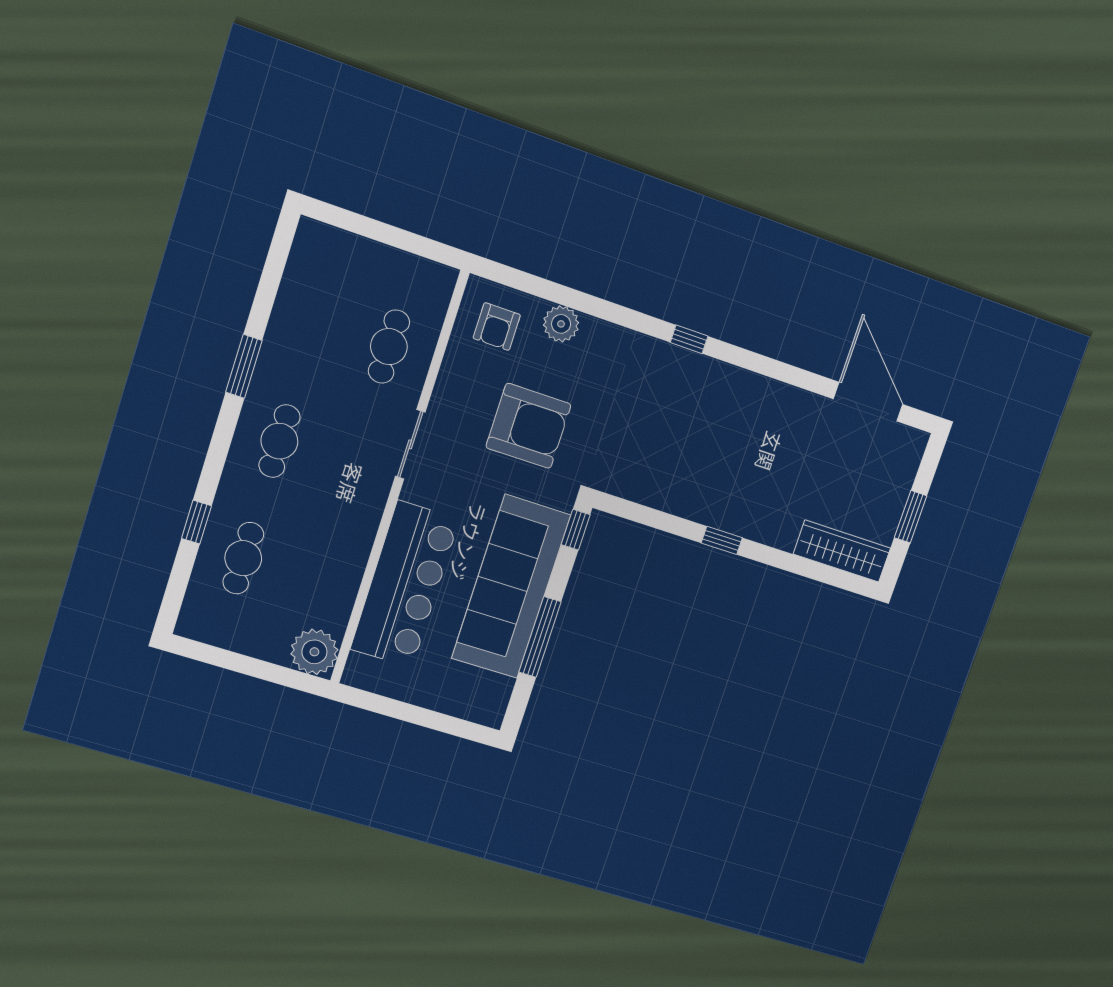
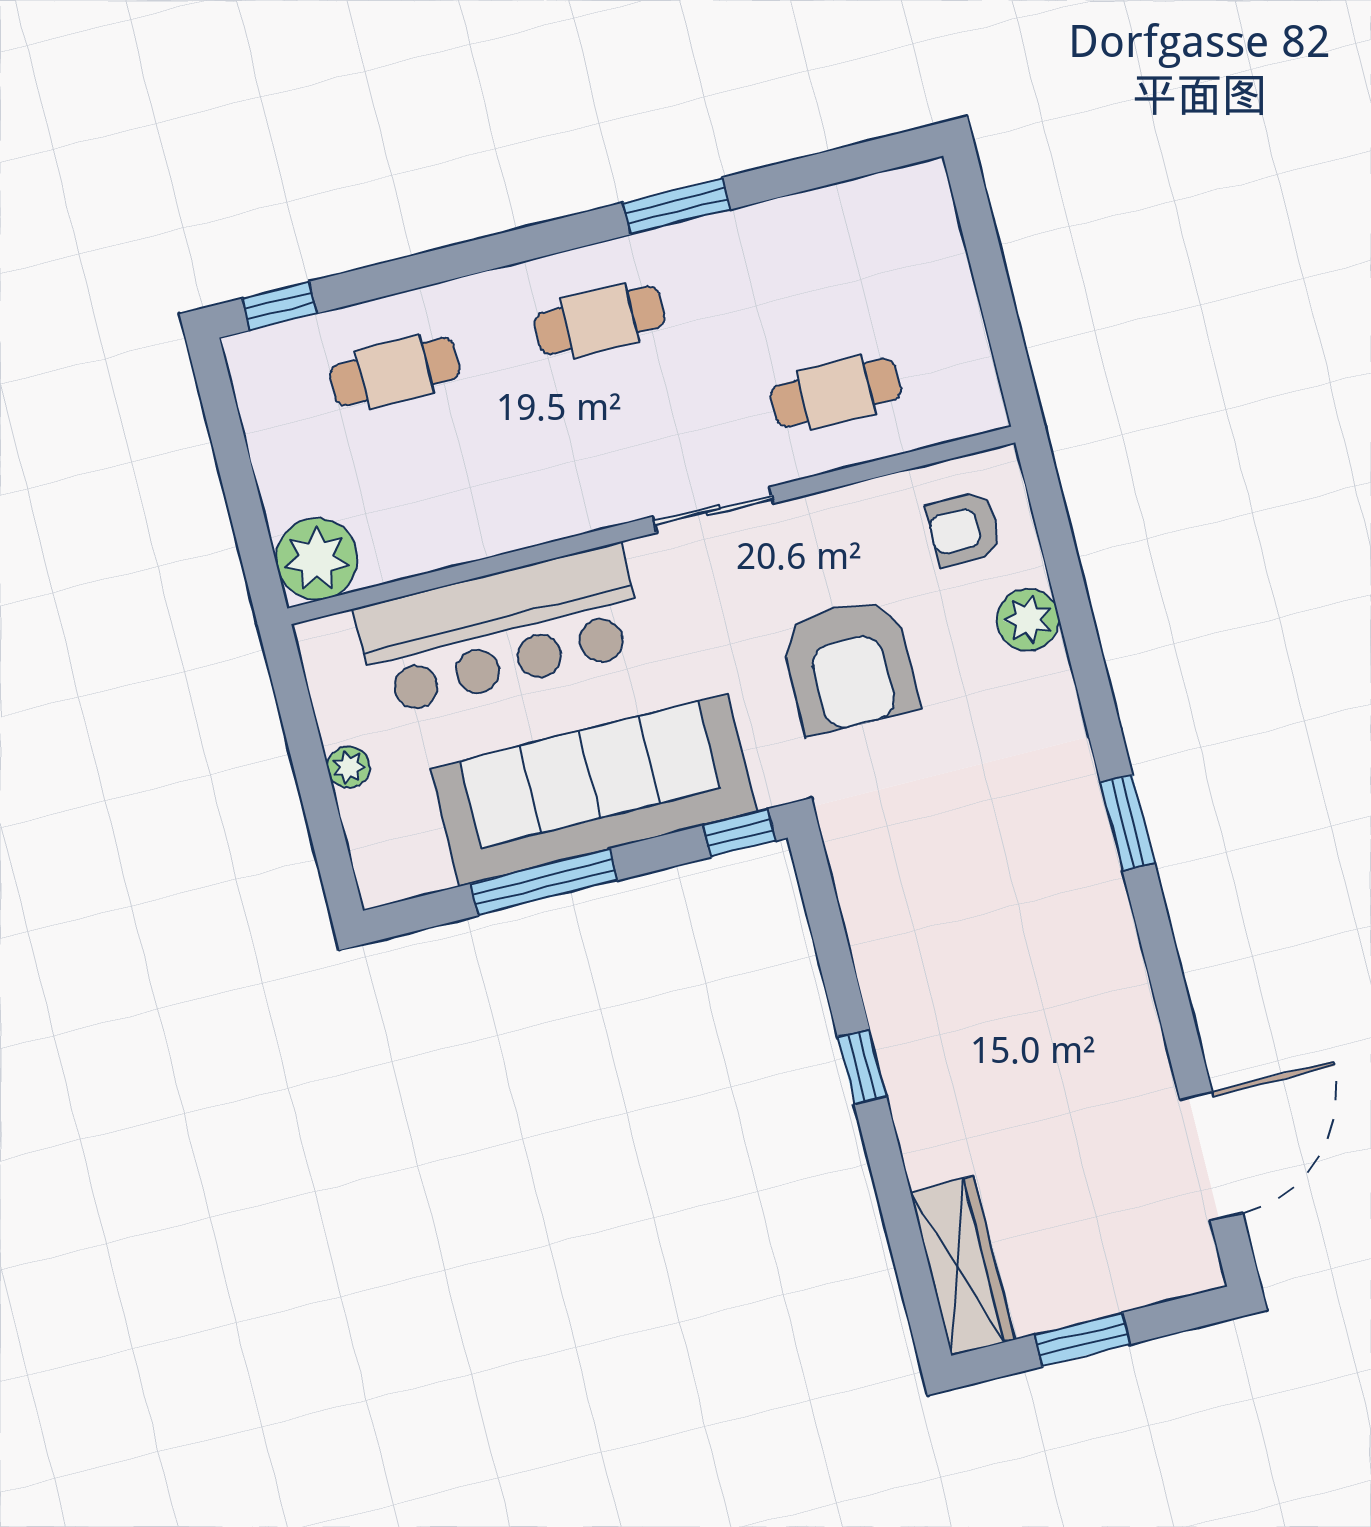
window: (689, 339) -> (1128, 823), width x1.50
window: (196, 522) -> (280, 306), moved
plant: (426, 697) -> (349, 767), added

